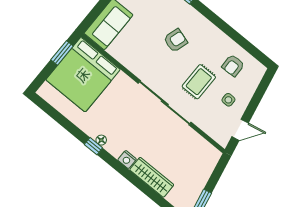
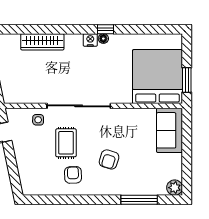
armchair: (233, 66) -> (73, 175), moved
side table: (228, 100) -> (38, 120), moved
nightstand: (127, 160) -> (90, 40), moved

